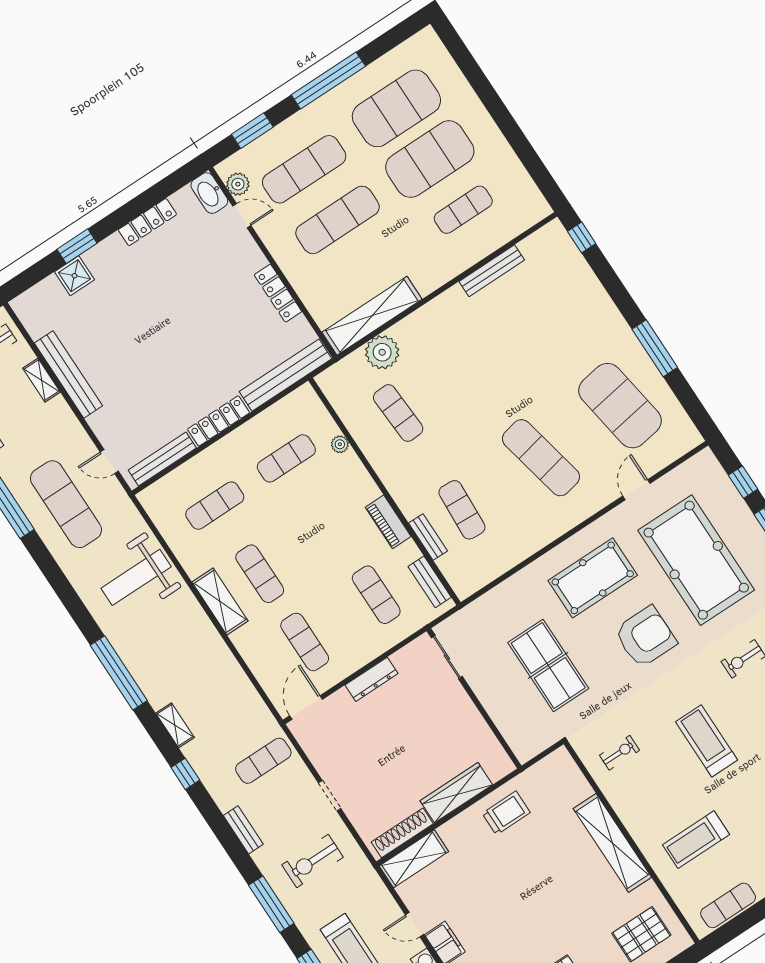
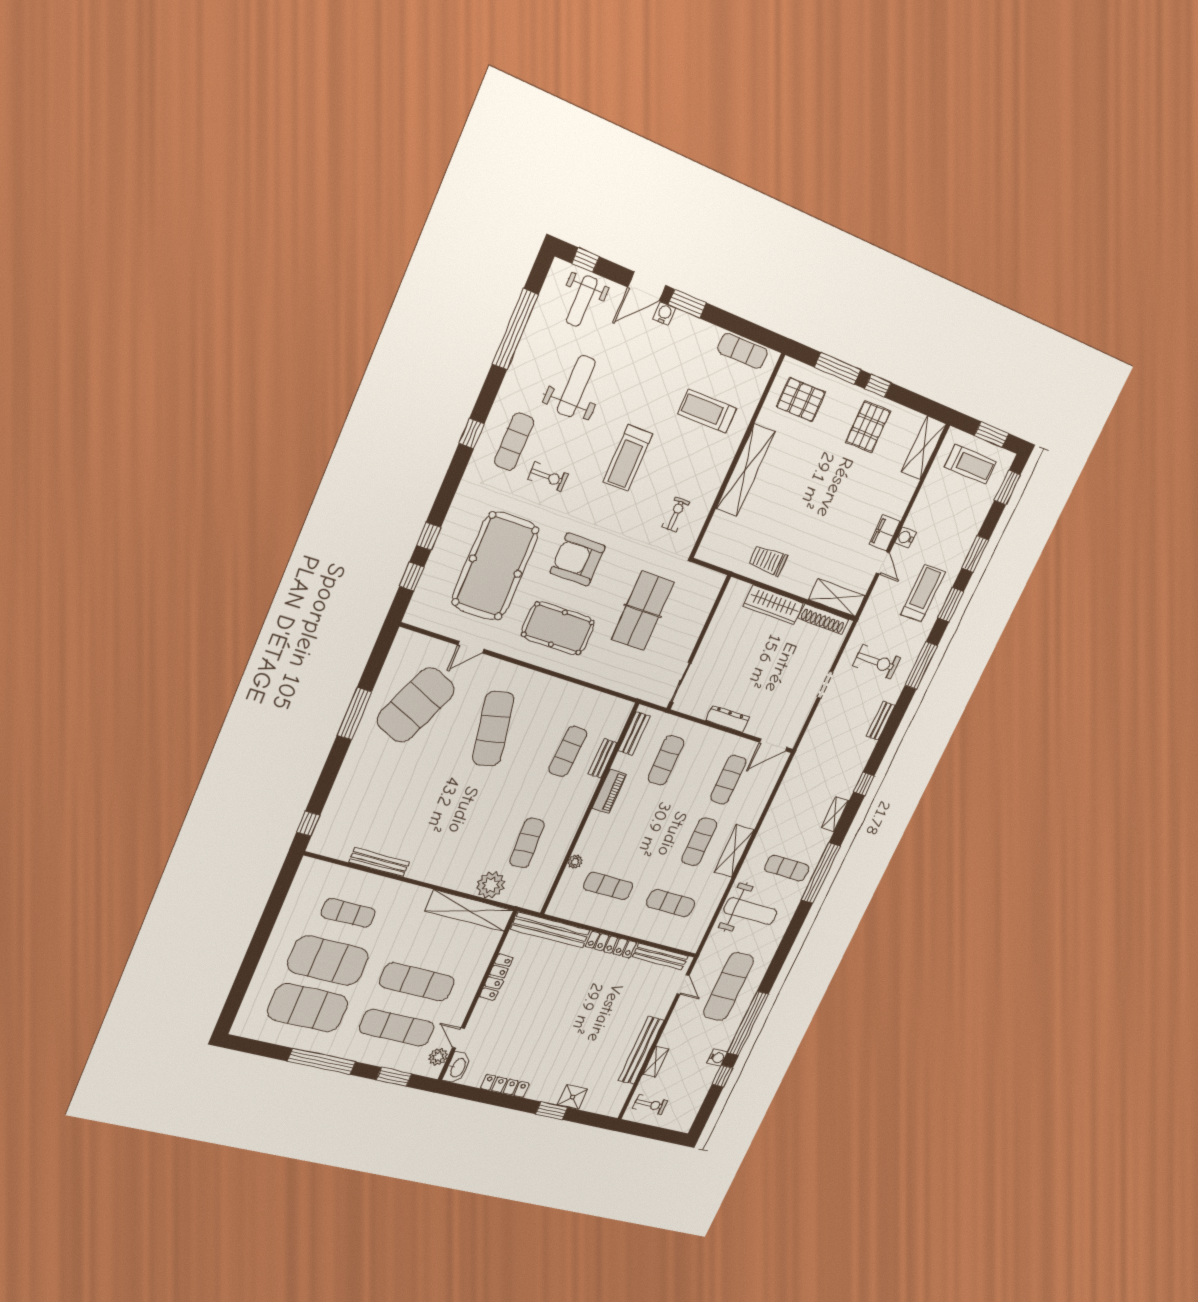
exercise mat: (620, 406) -> (416, 705), turned 33
exercise bike: (620, 753) -> (676, 514), turned 90
exercise mat: (263, 761) -> (787, 868), moved
treadmill: (696, 840) -> (707, 411), turned 180

